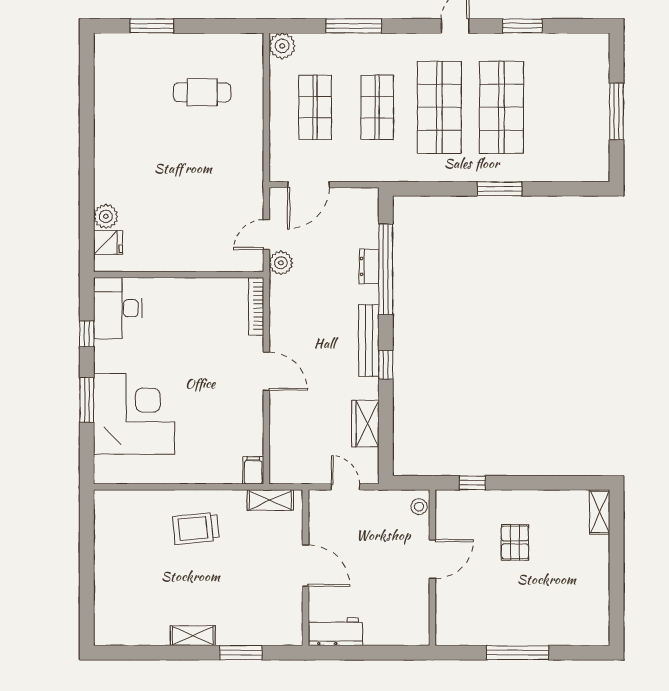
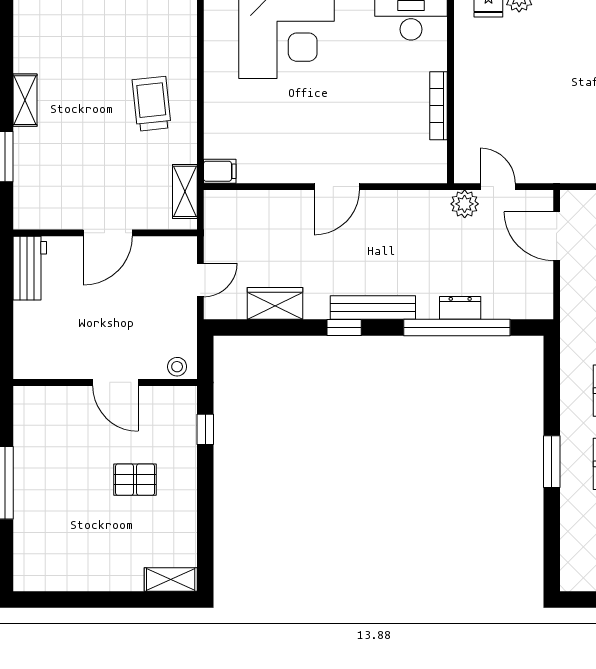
bookcase: (256, 306) -> (439, 106), moved, turned -90

